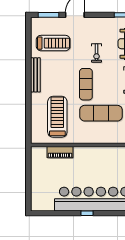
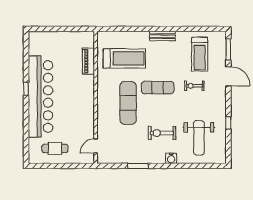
exercise bike: (96, 53) -> (194, 86), moved
bench: (35, 75) -> (162, 36), width x0.73

